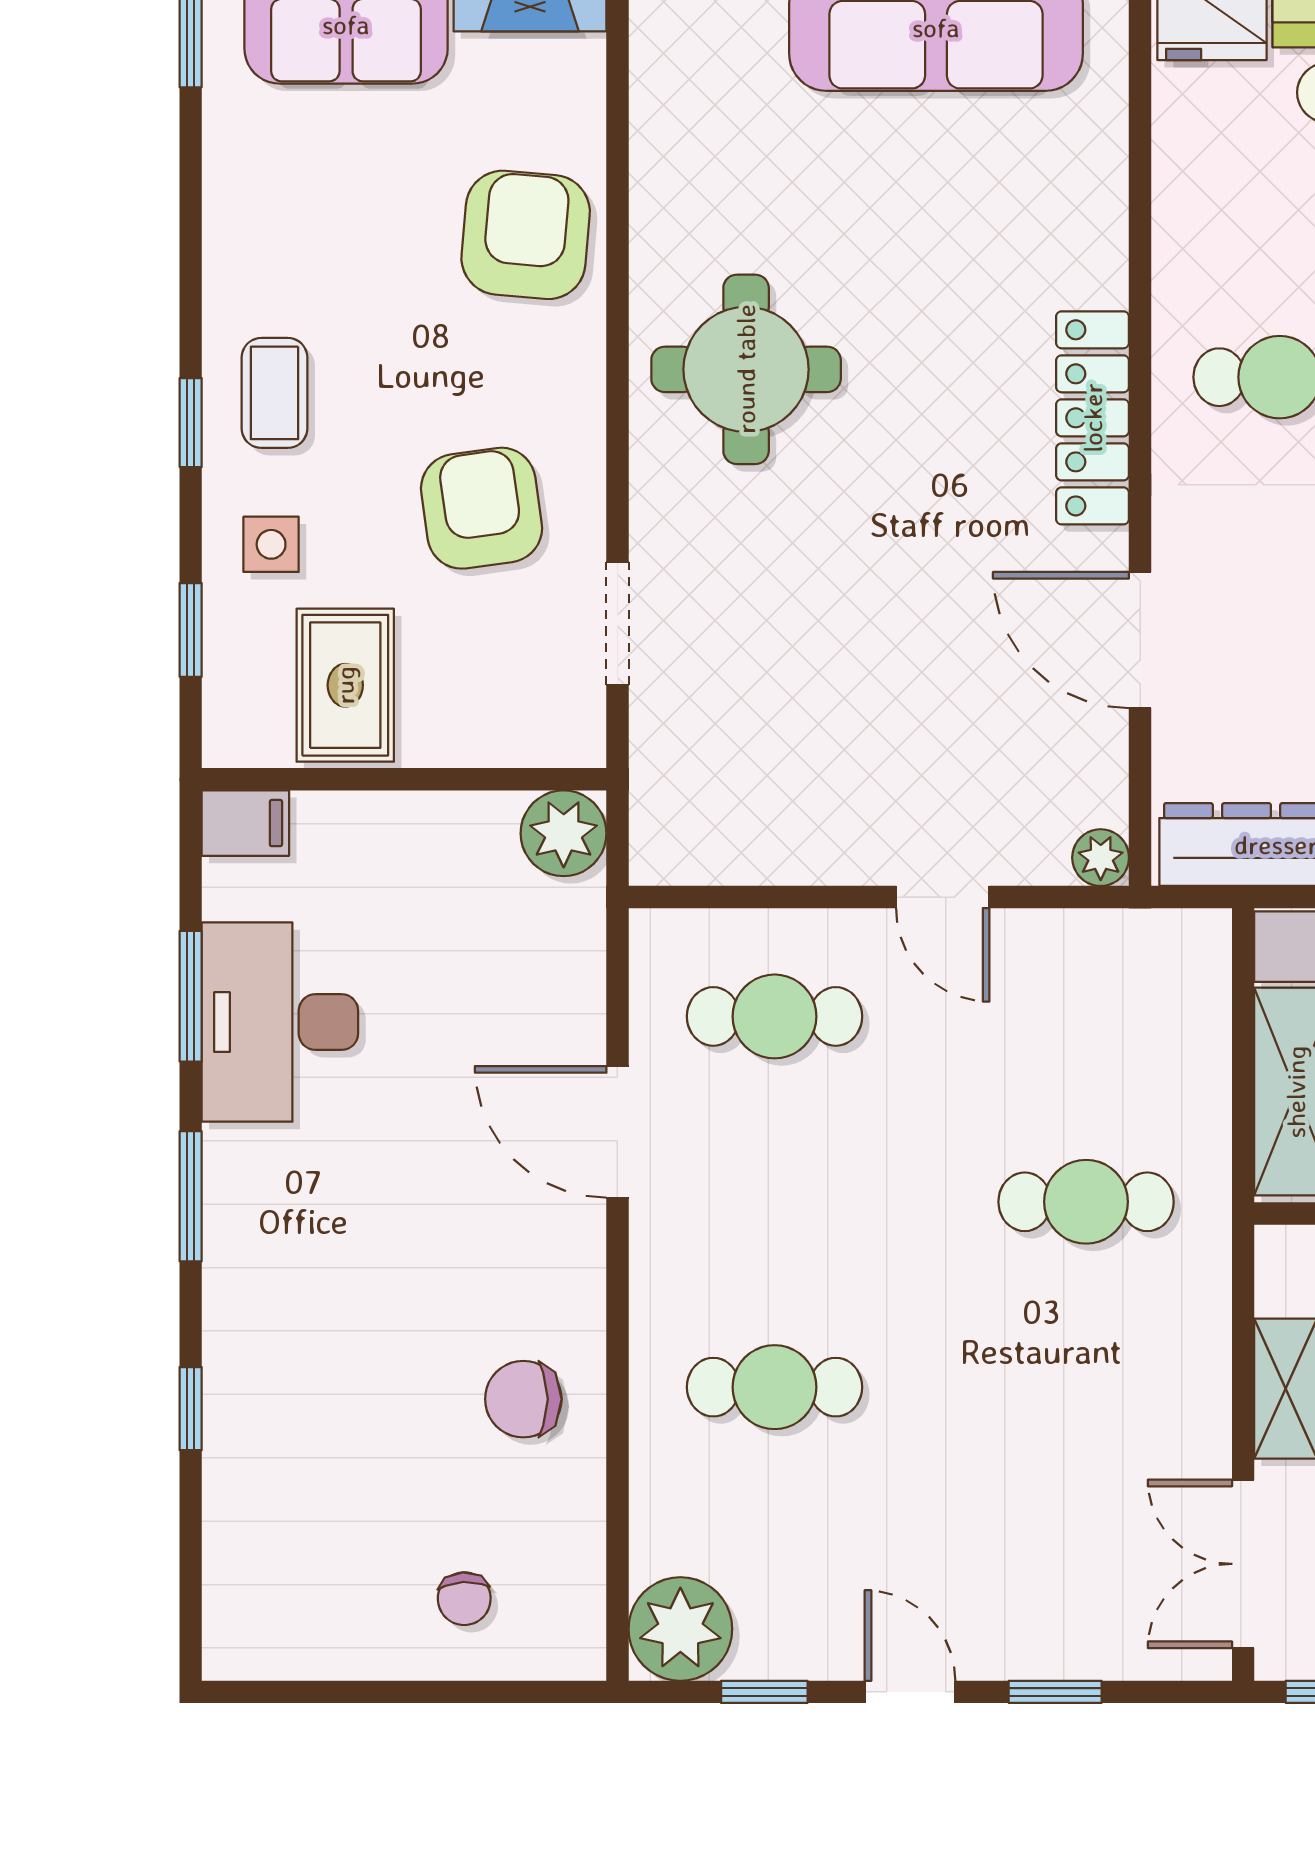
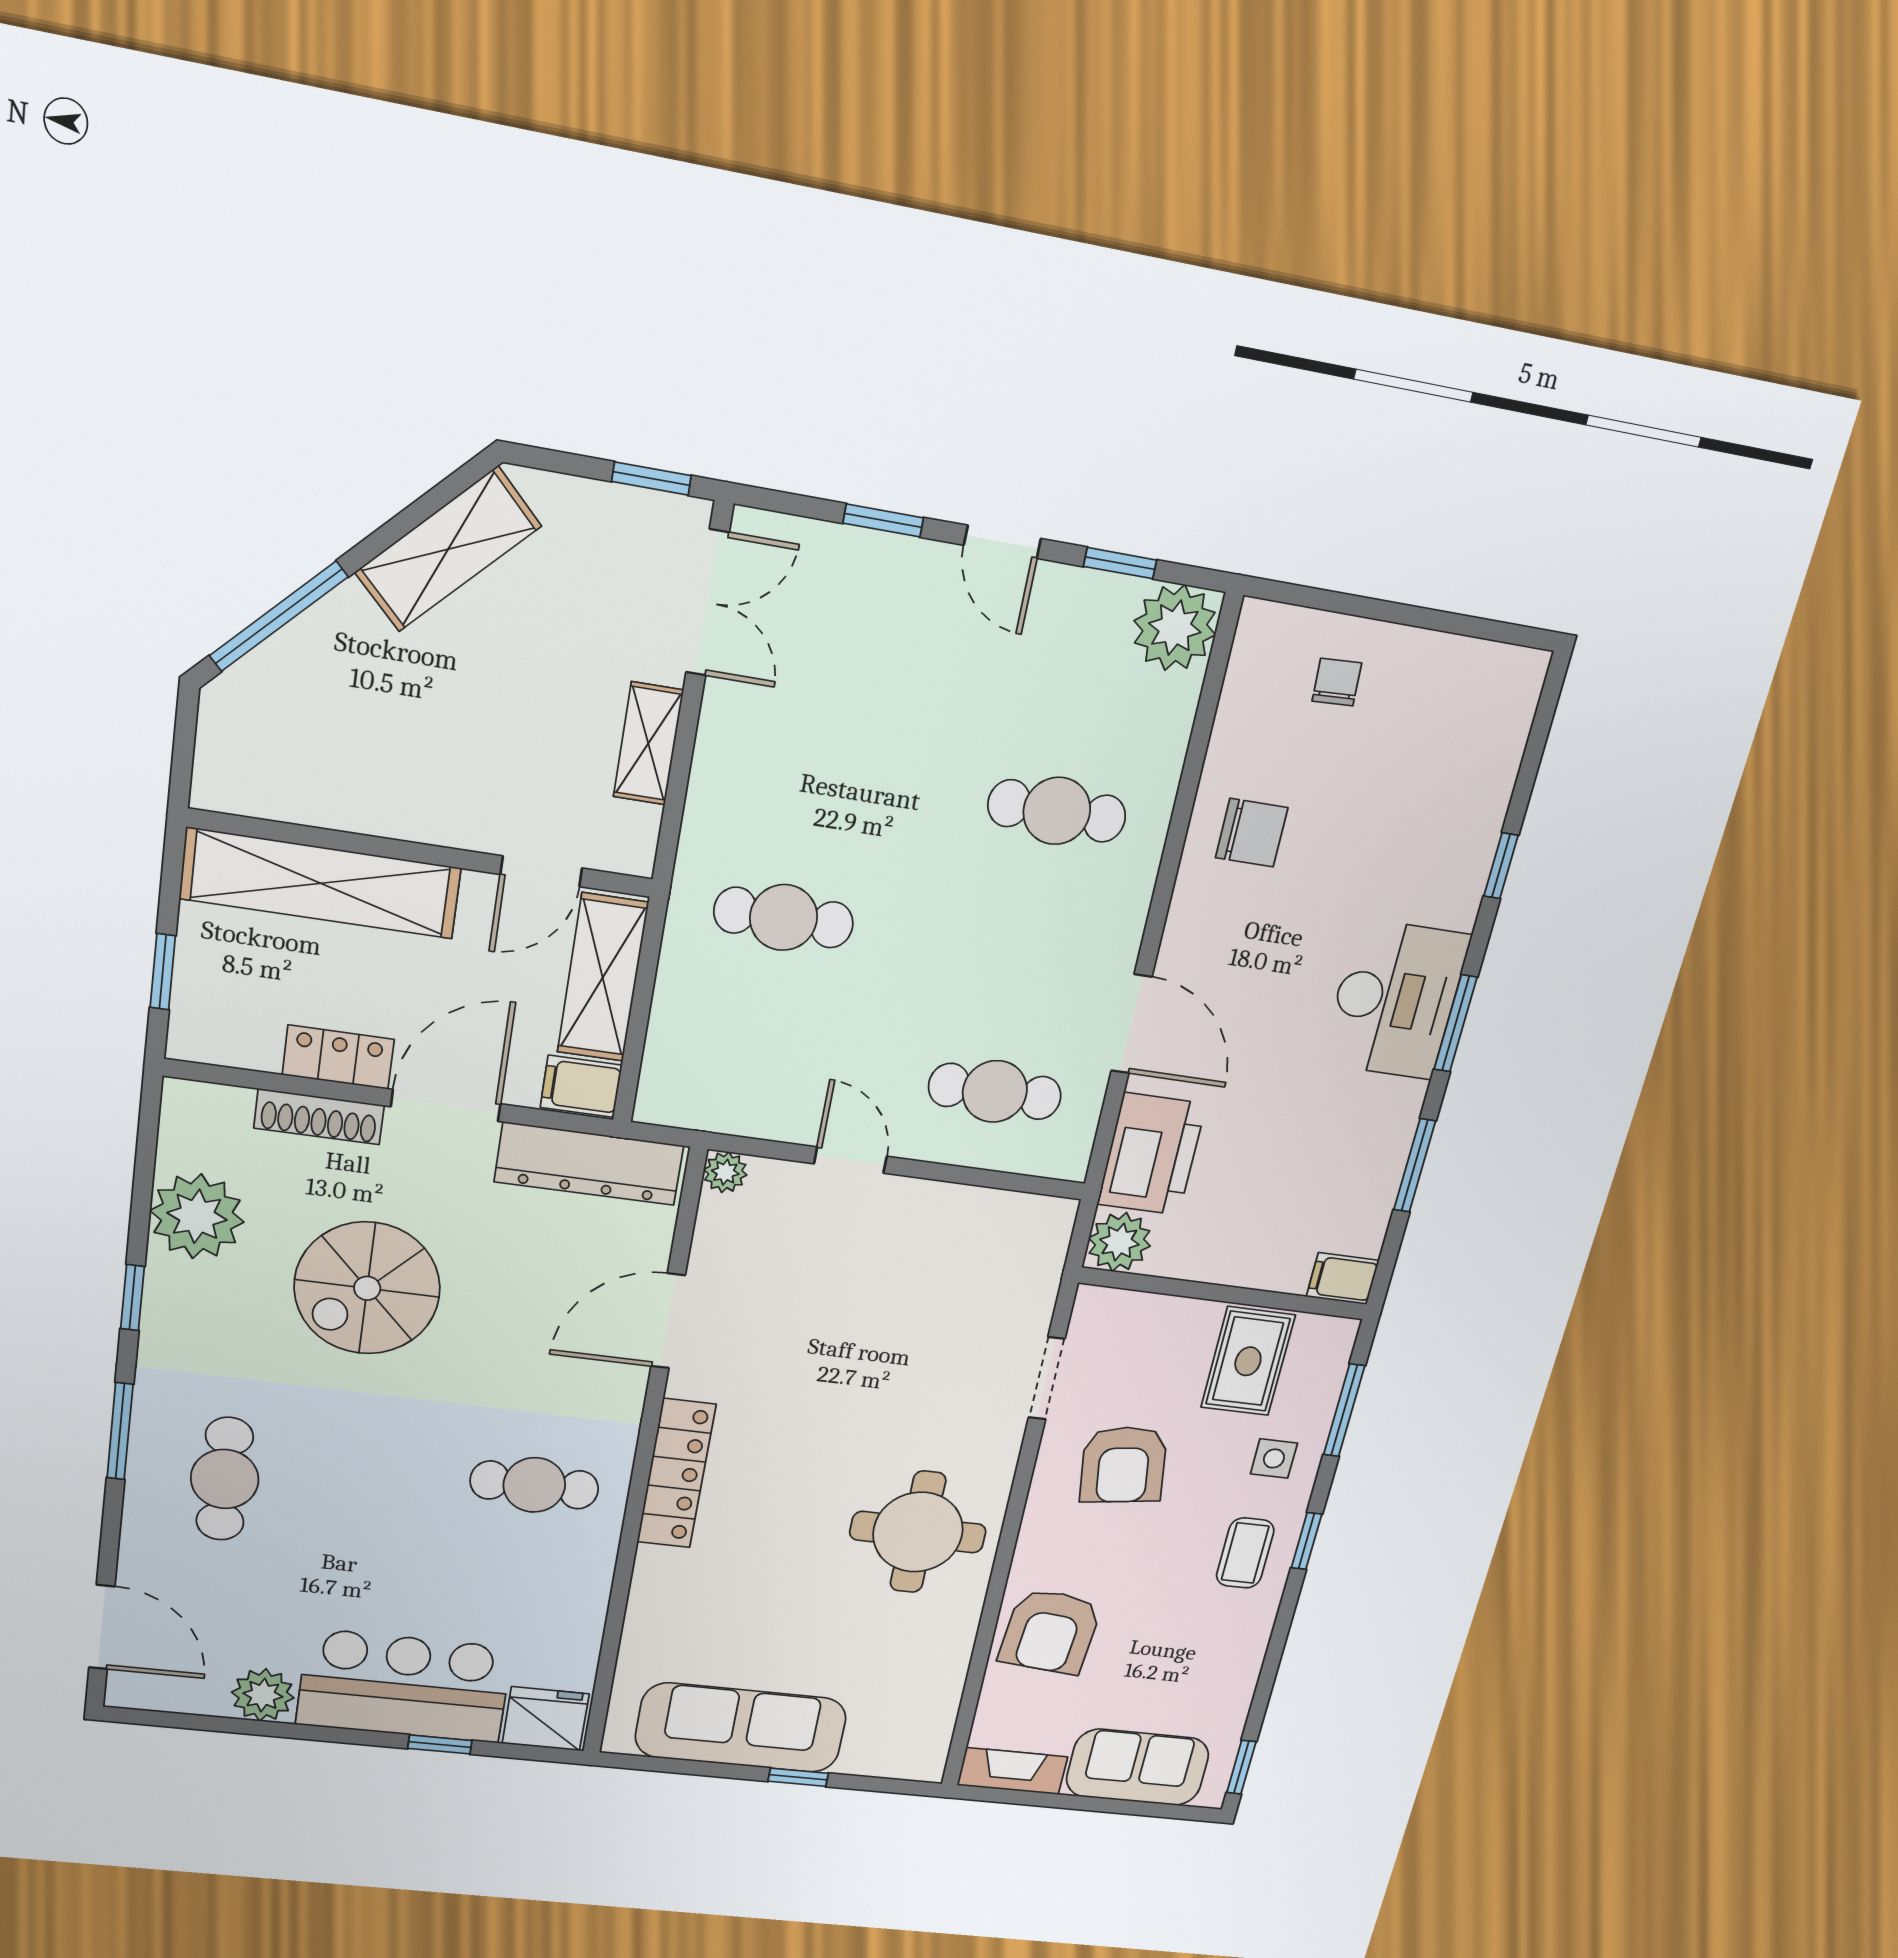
window: (191, 630) -> (1344, 1410), width x1.50
door: (1140, 640) -> (668, 1321), swing flipped
printer: (550, 961) -> (1151, 1154), added
desk: (280, 1022) -> (1395, 1000), moved

